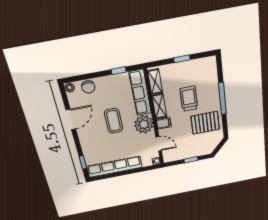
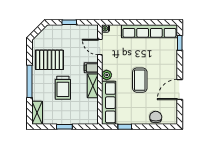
shelving: (155, 82) -> (37, 113), moved
plant: (70, 88) -> (173, 120), removed
plant: (144, 124) -> (107, 75), width x0.53, depth x0.53

